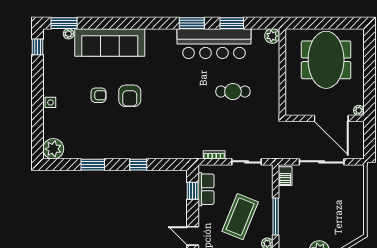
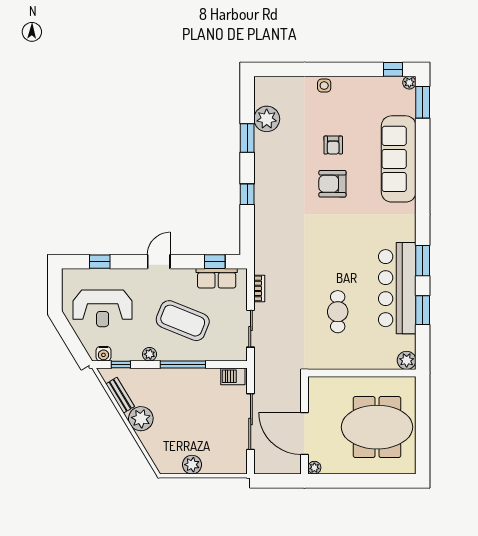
plant: (68, 34) -> (409, 83), moved
door: (331, 118) -> (304, 433), hinge flipped
plant: (53, 149) -> (267, 119), moved
plant: (356, 209) -> (192, 465), added

